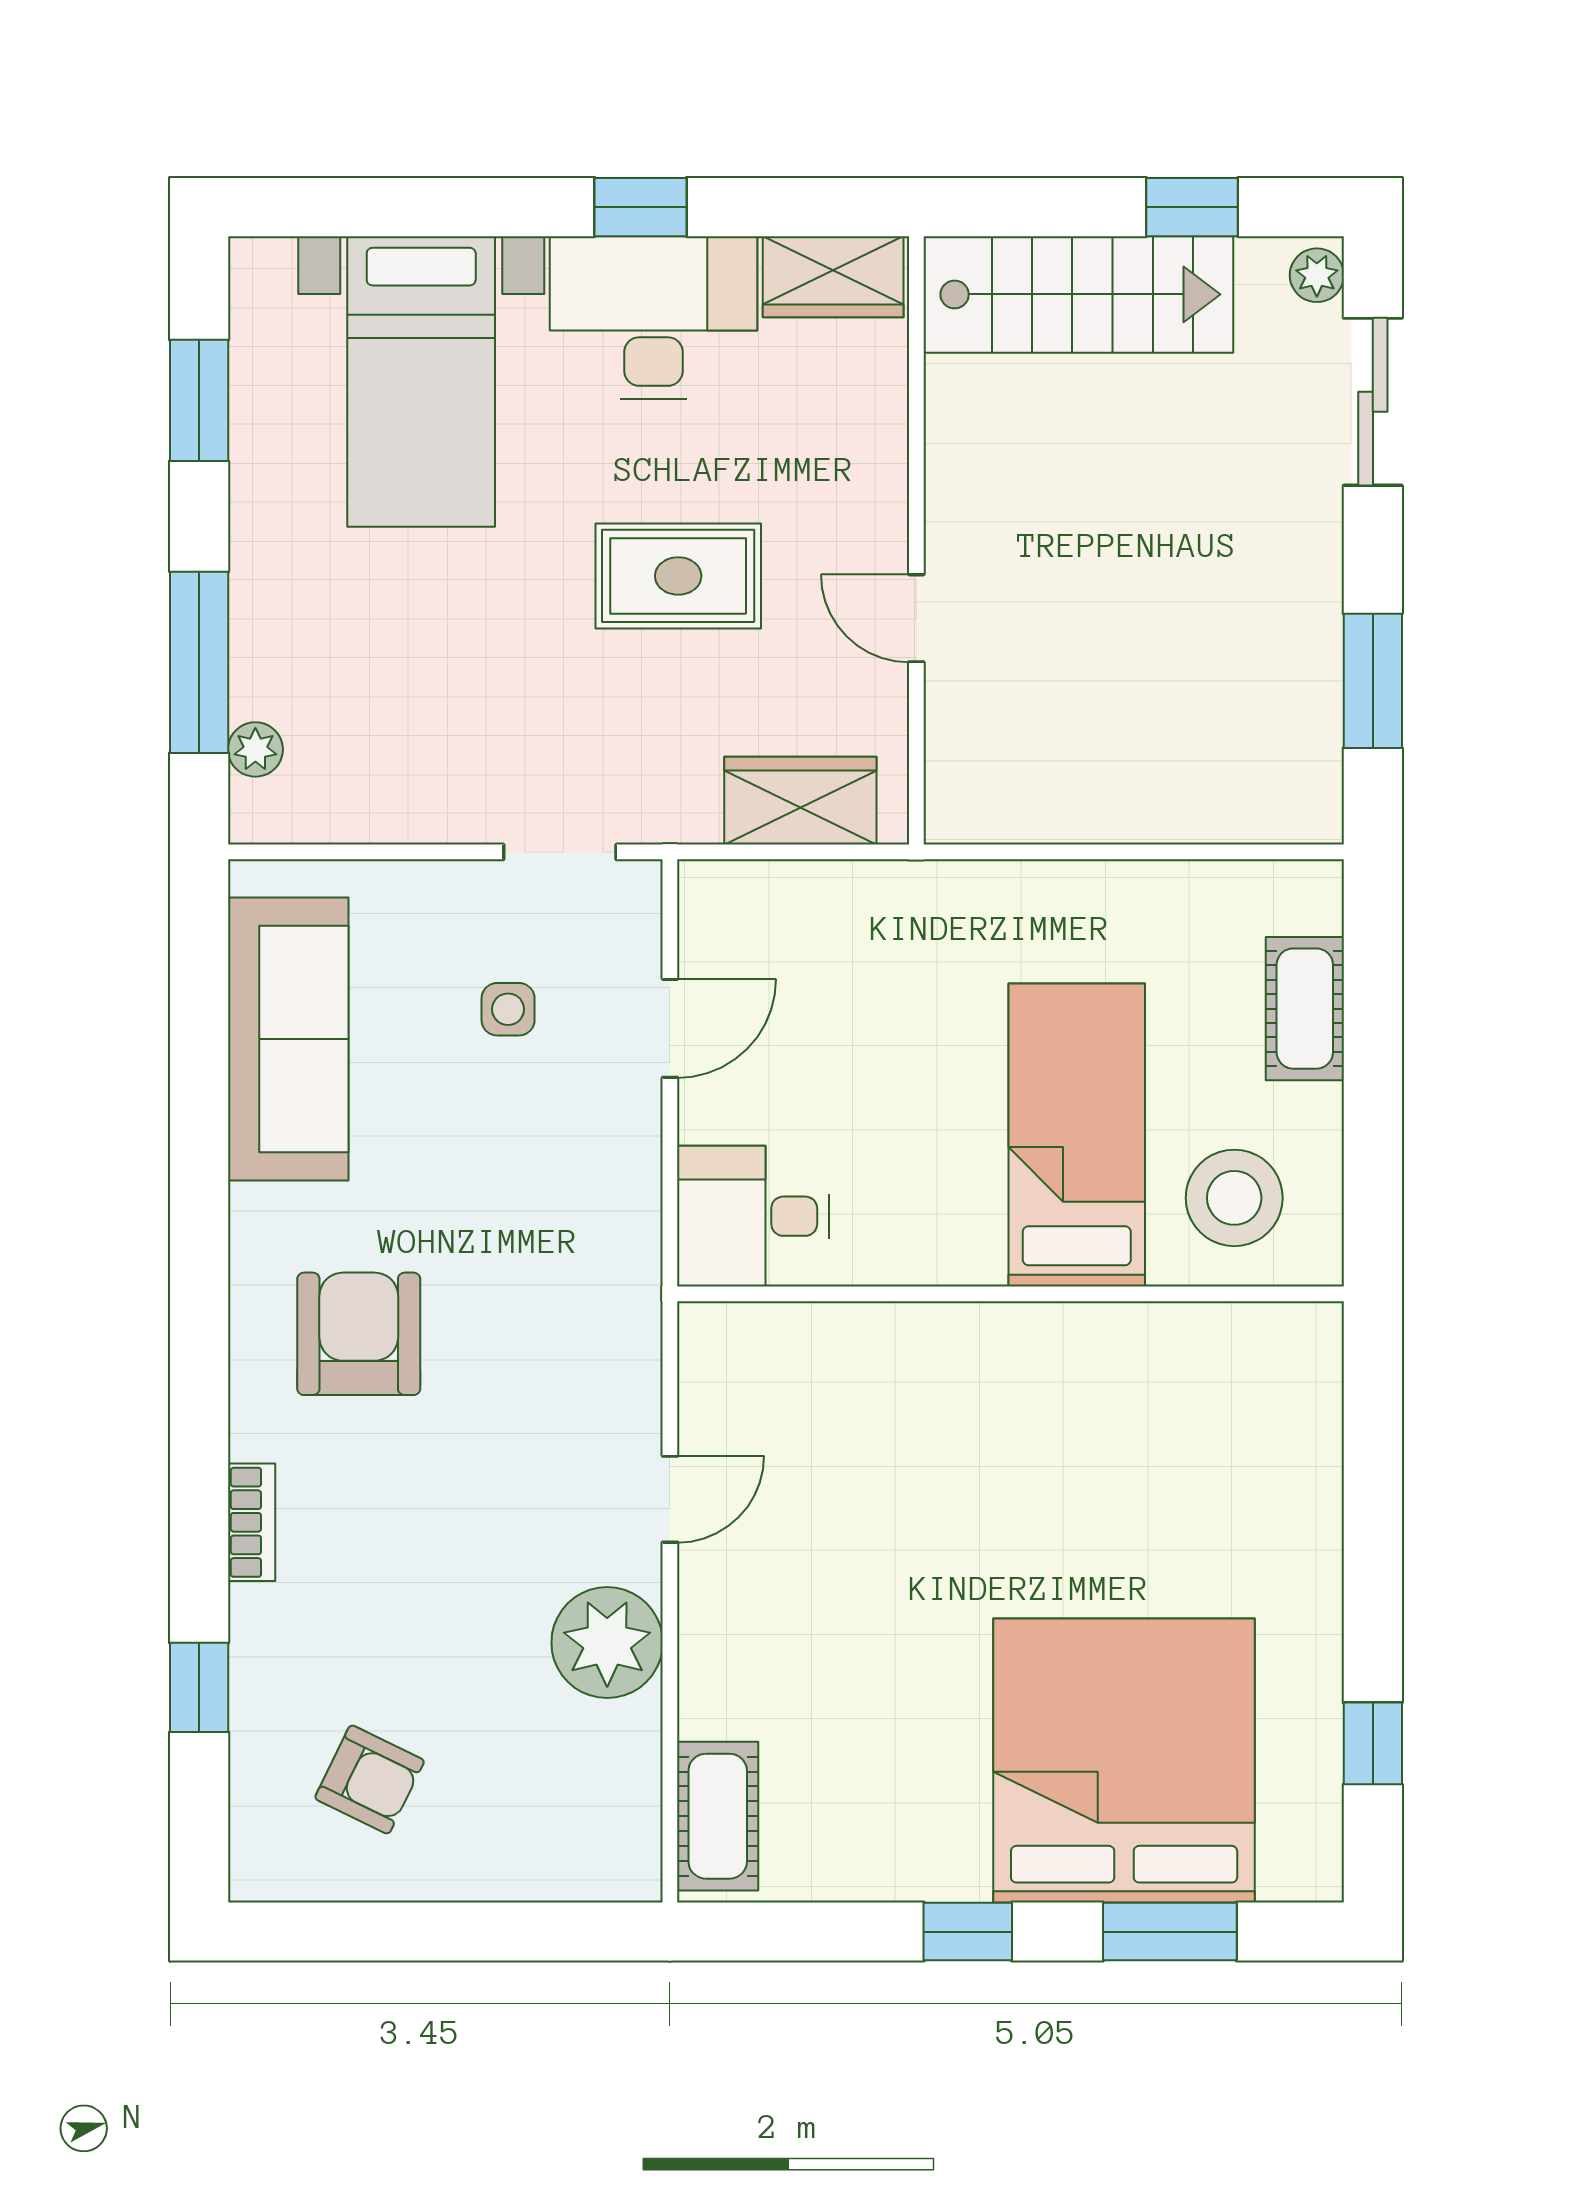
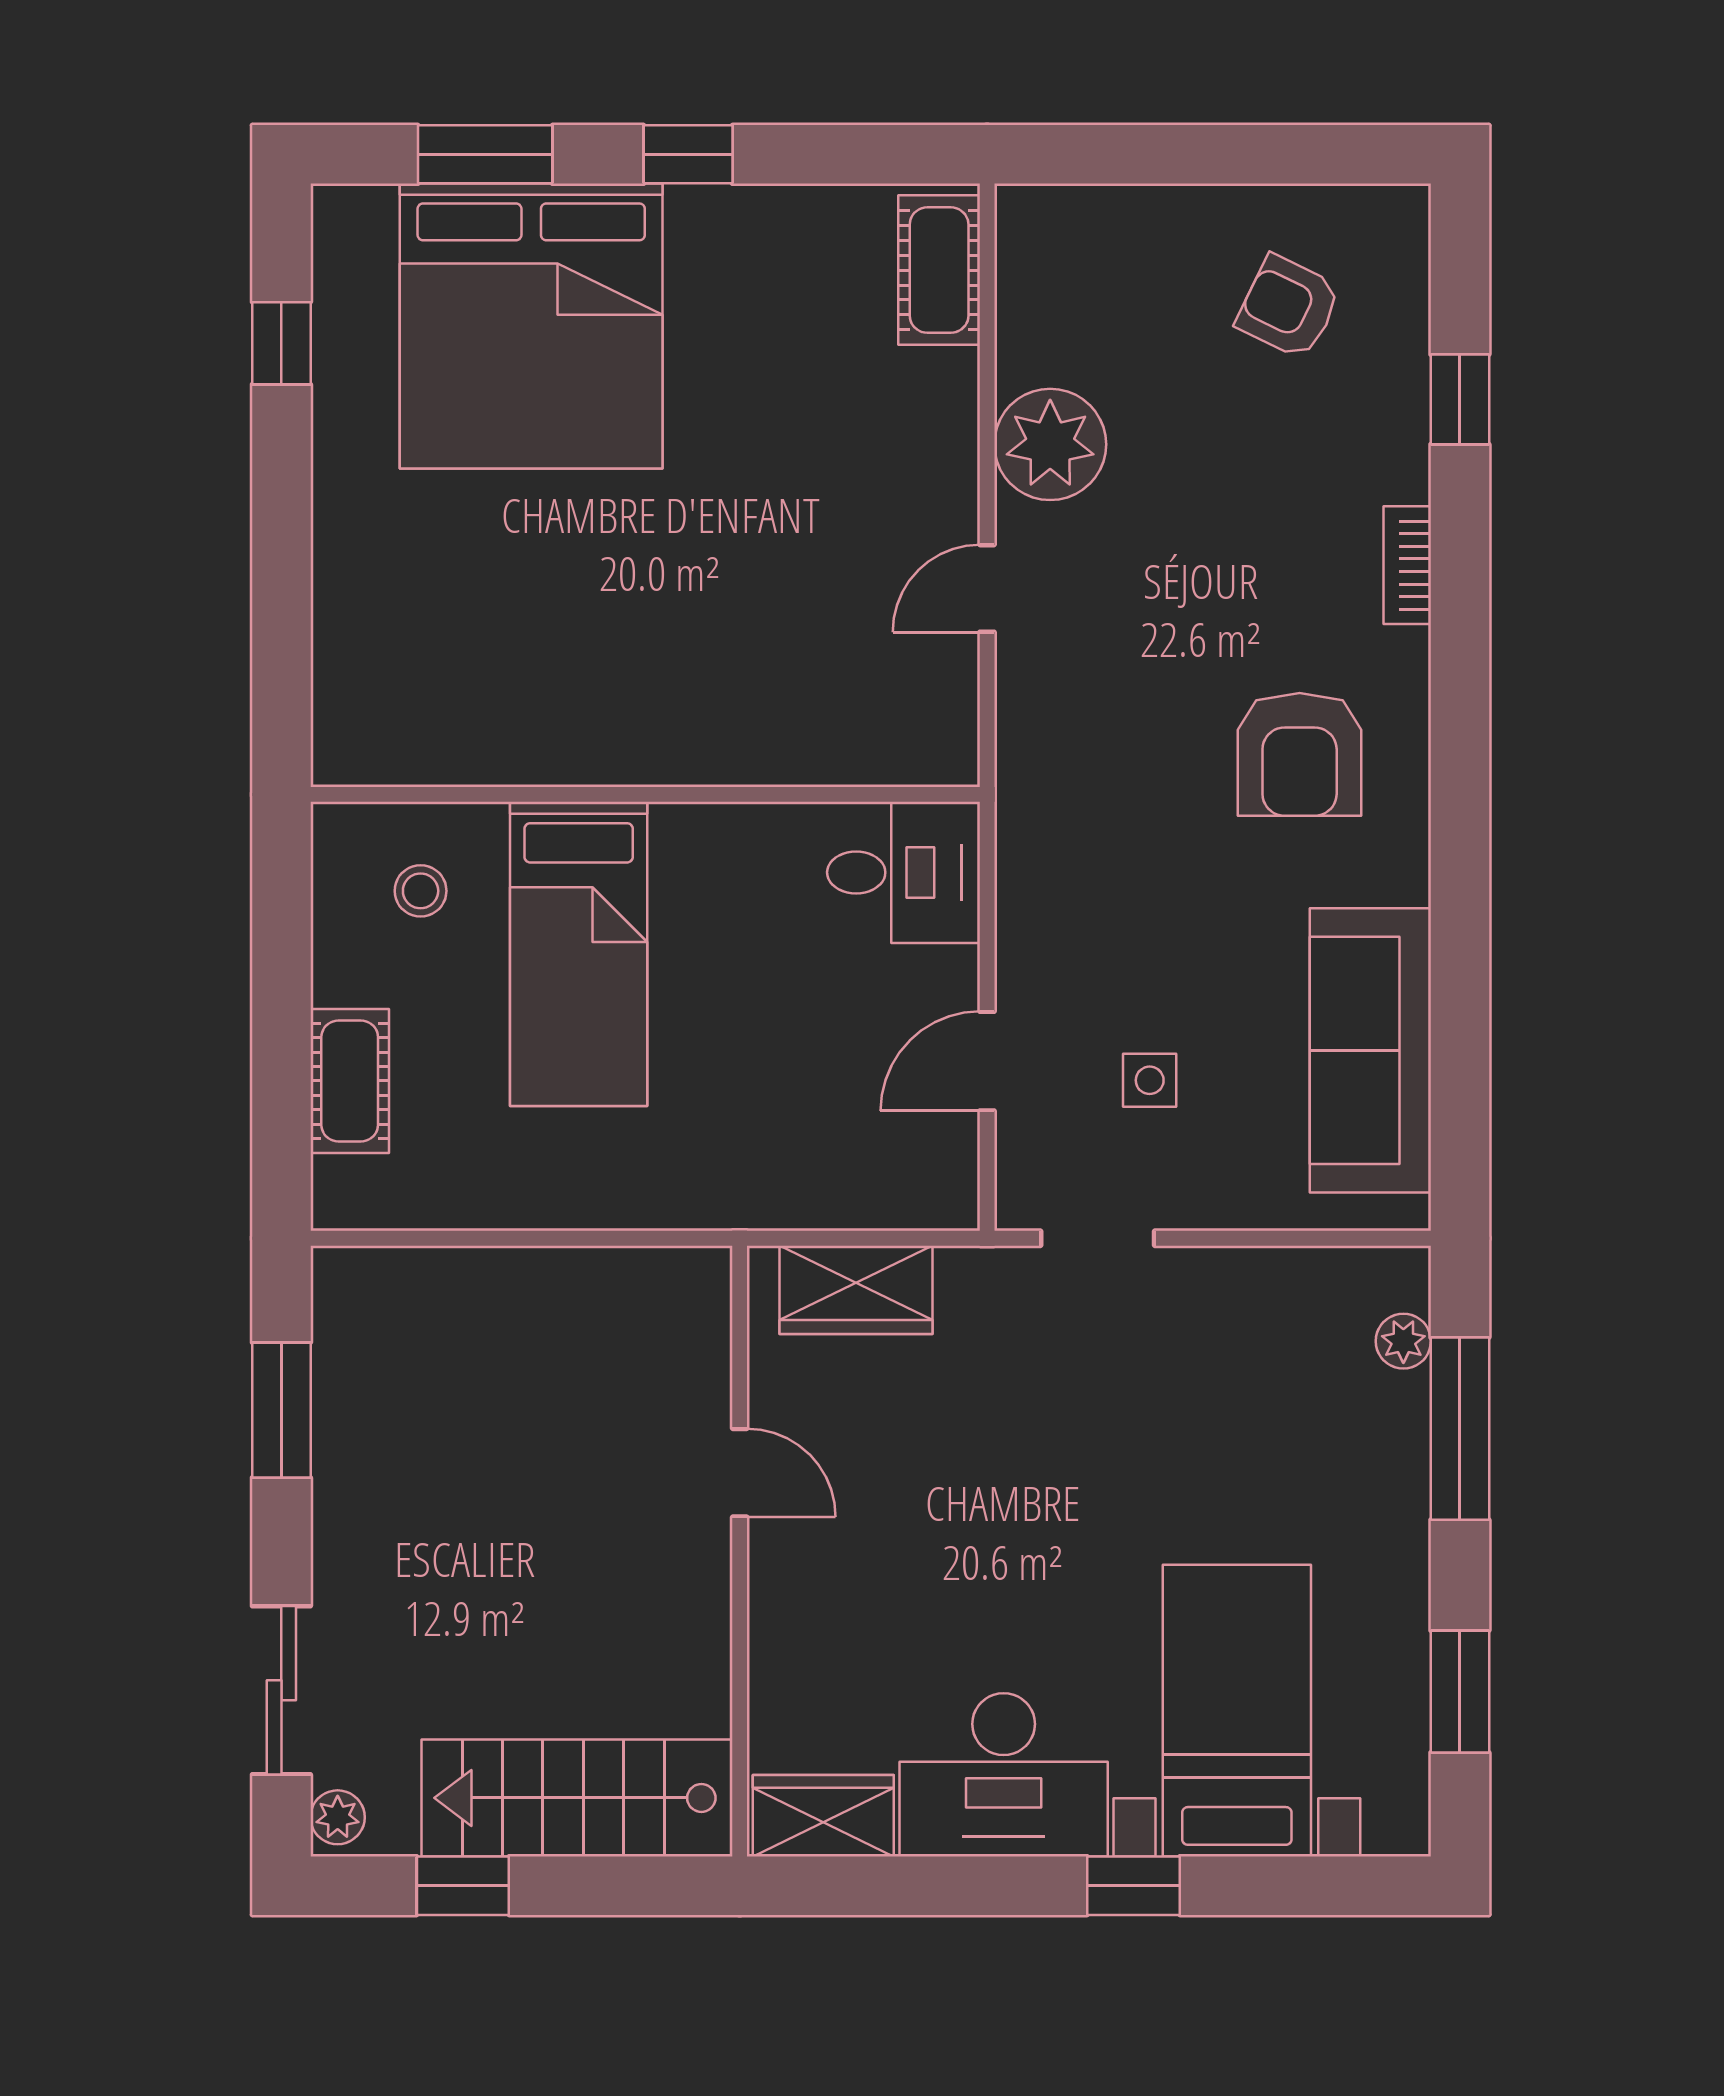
window: (641, 207) -> (1134, 1886), moved
rug: (678, 576) -> (979, 1515), removed
stool: (1234, 1198) -> (421, 891), width x0.53, depth x0.53

